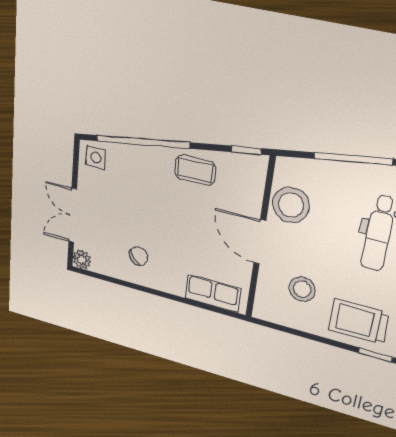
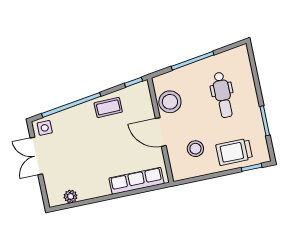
double door: (73, 215) -> (36, 156), moved
chair: (139, 256) -> (91, 178), removed
plant: (82, 259) -> (71, 196), moved
row of seats: (213, 294) -> (136, 181), width x1.48

